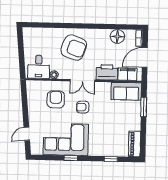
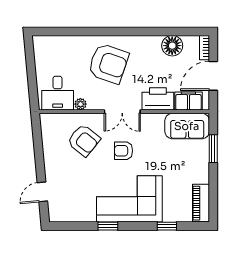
armchair: (56, 99) -> (84, 140), turned 129
corner sofa: (66, 139) -> (129, 199), moved

